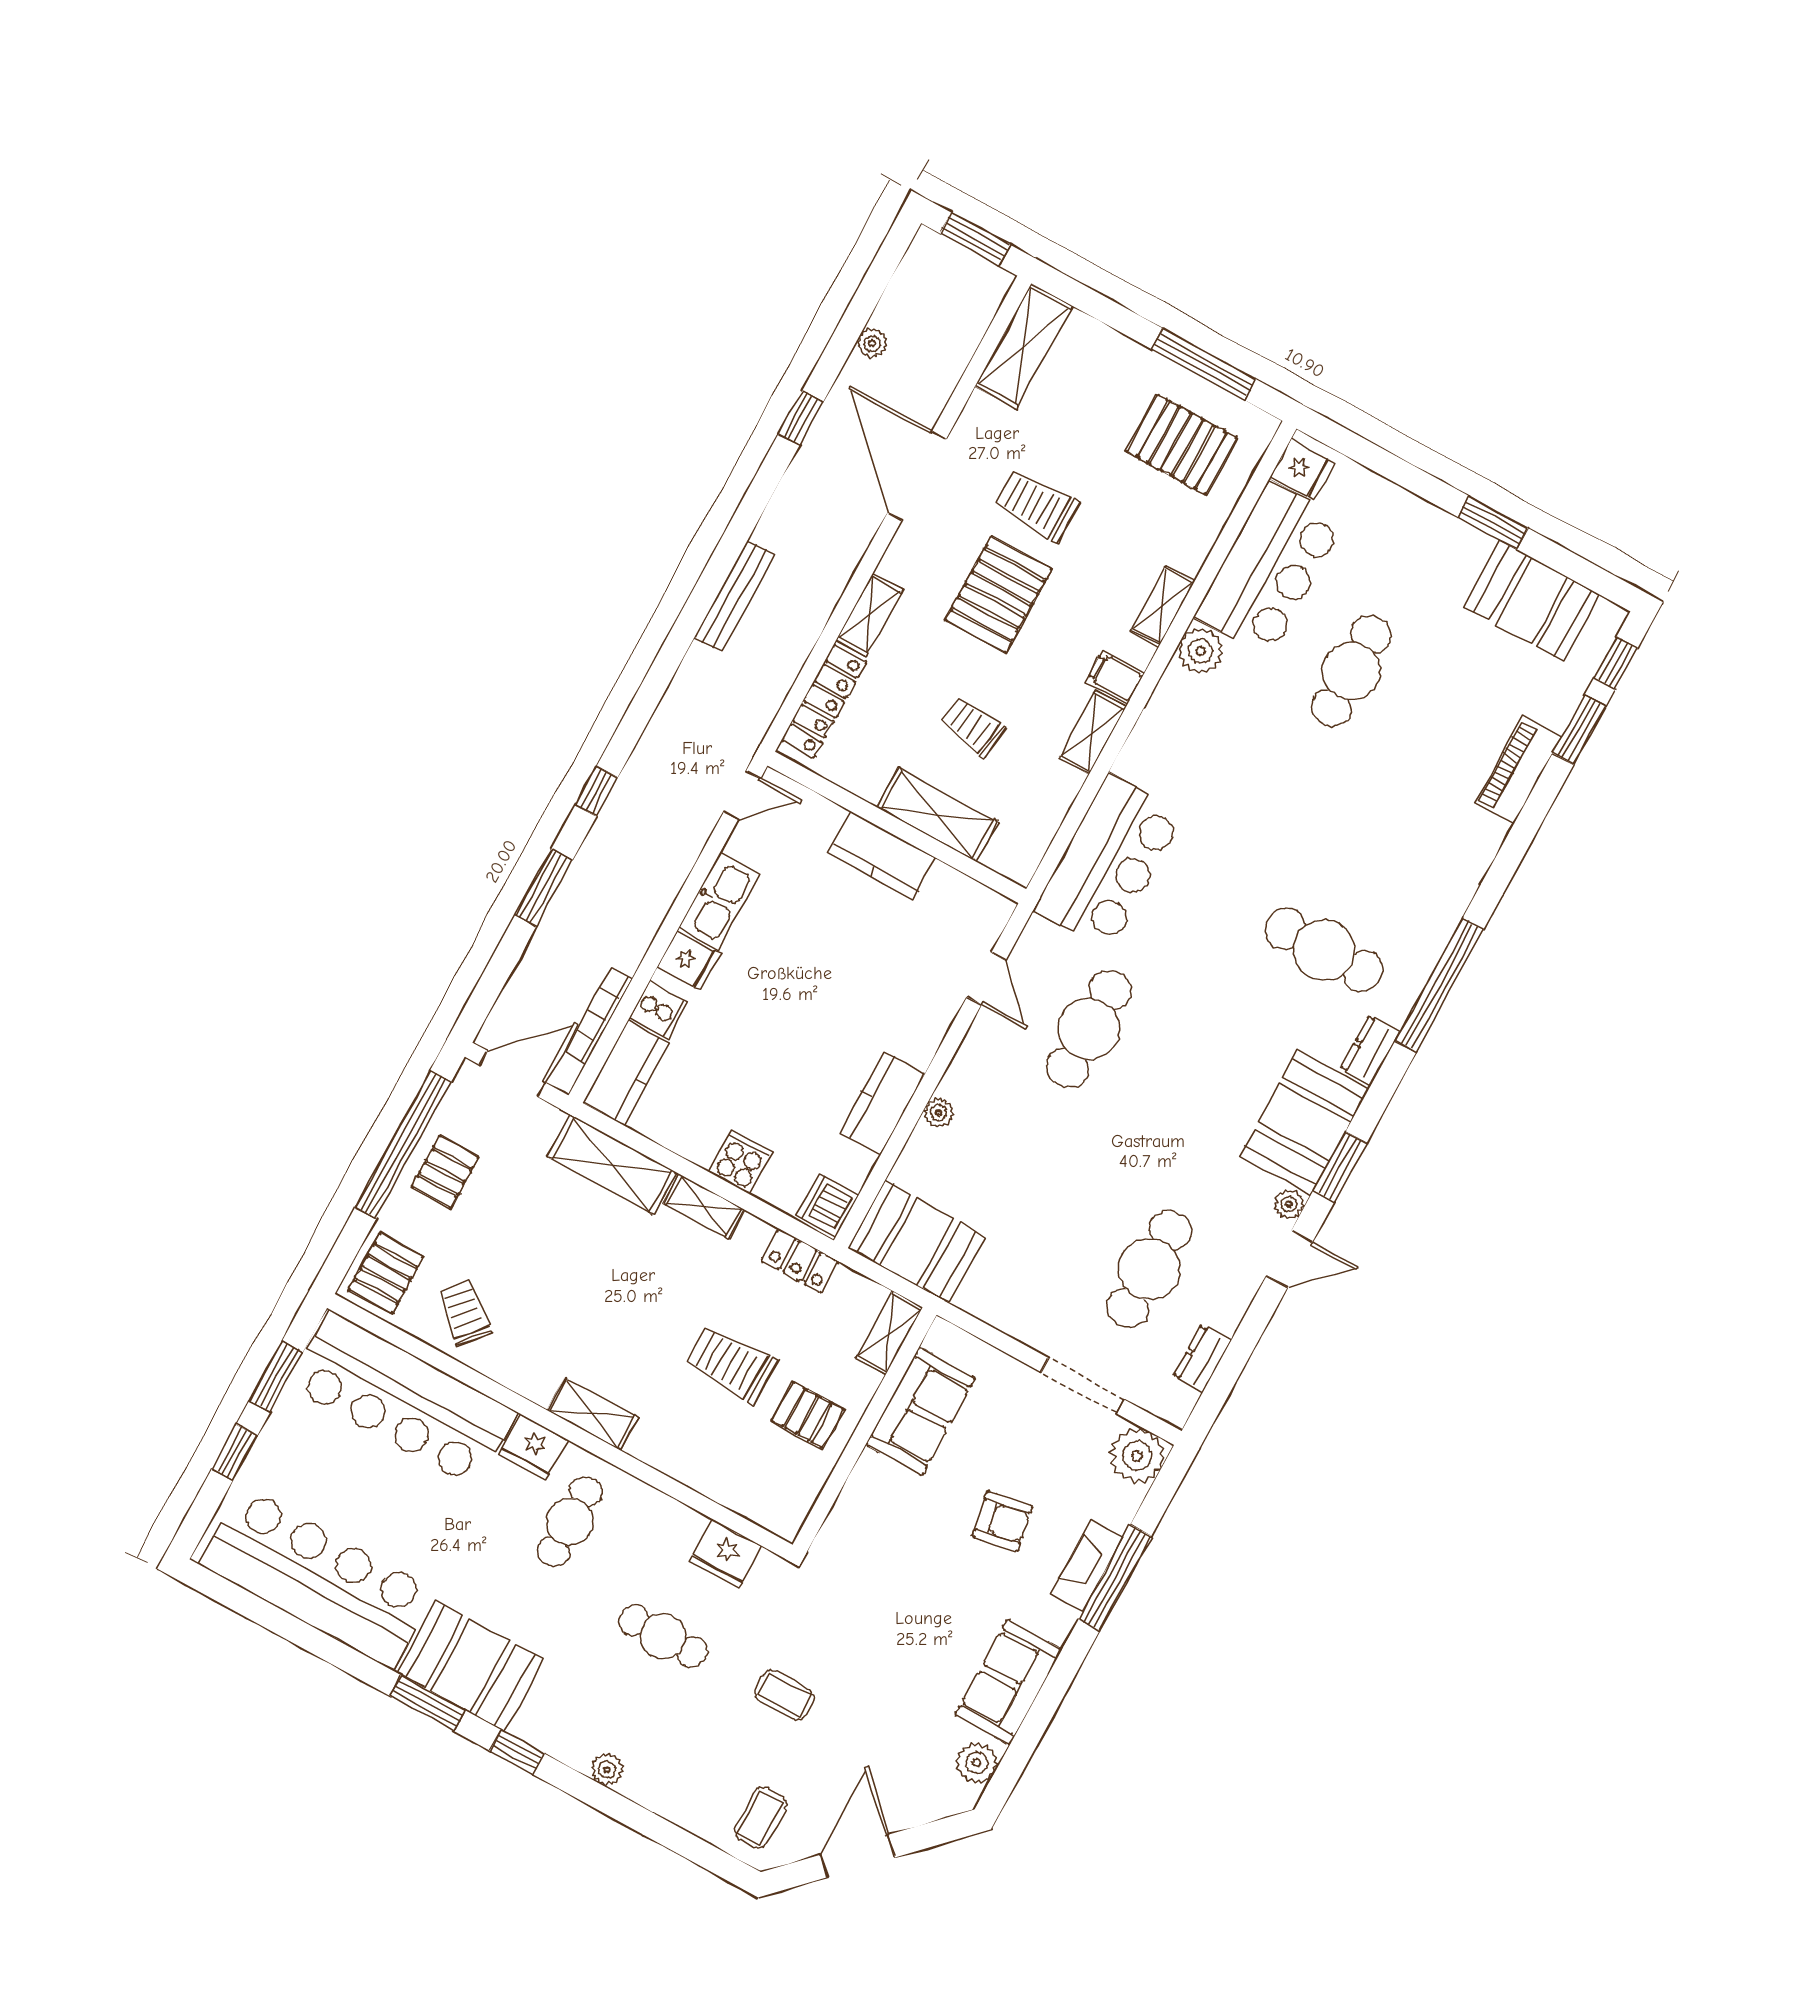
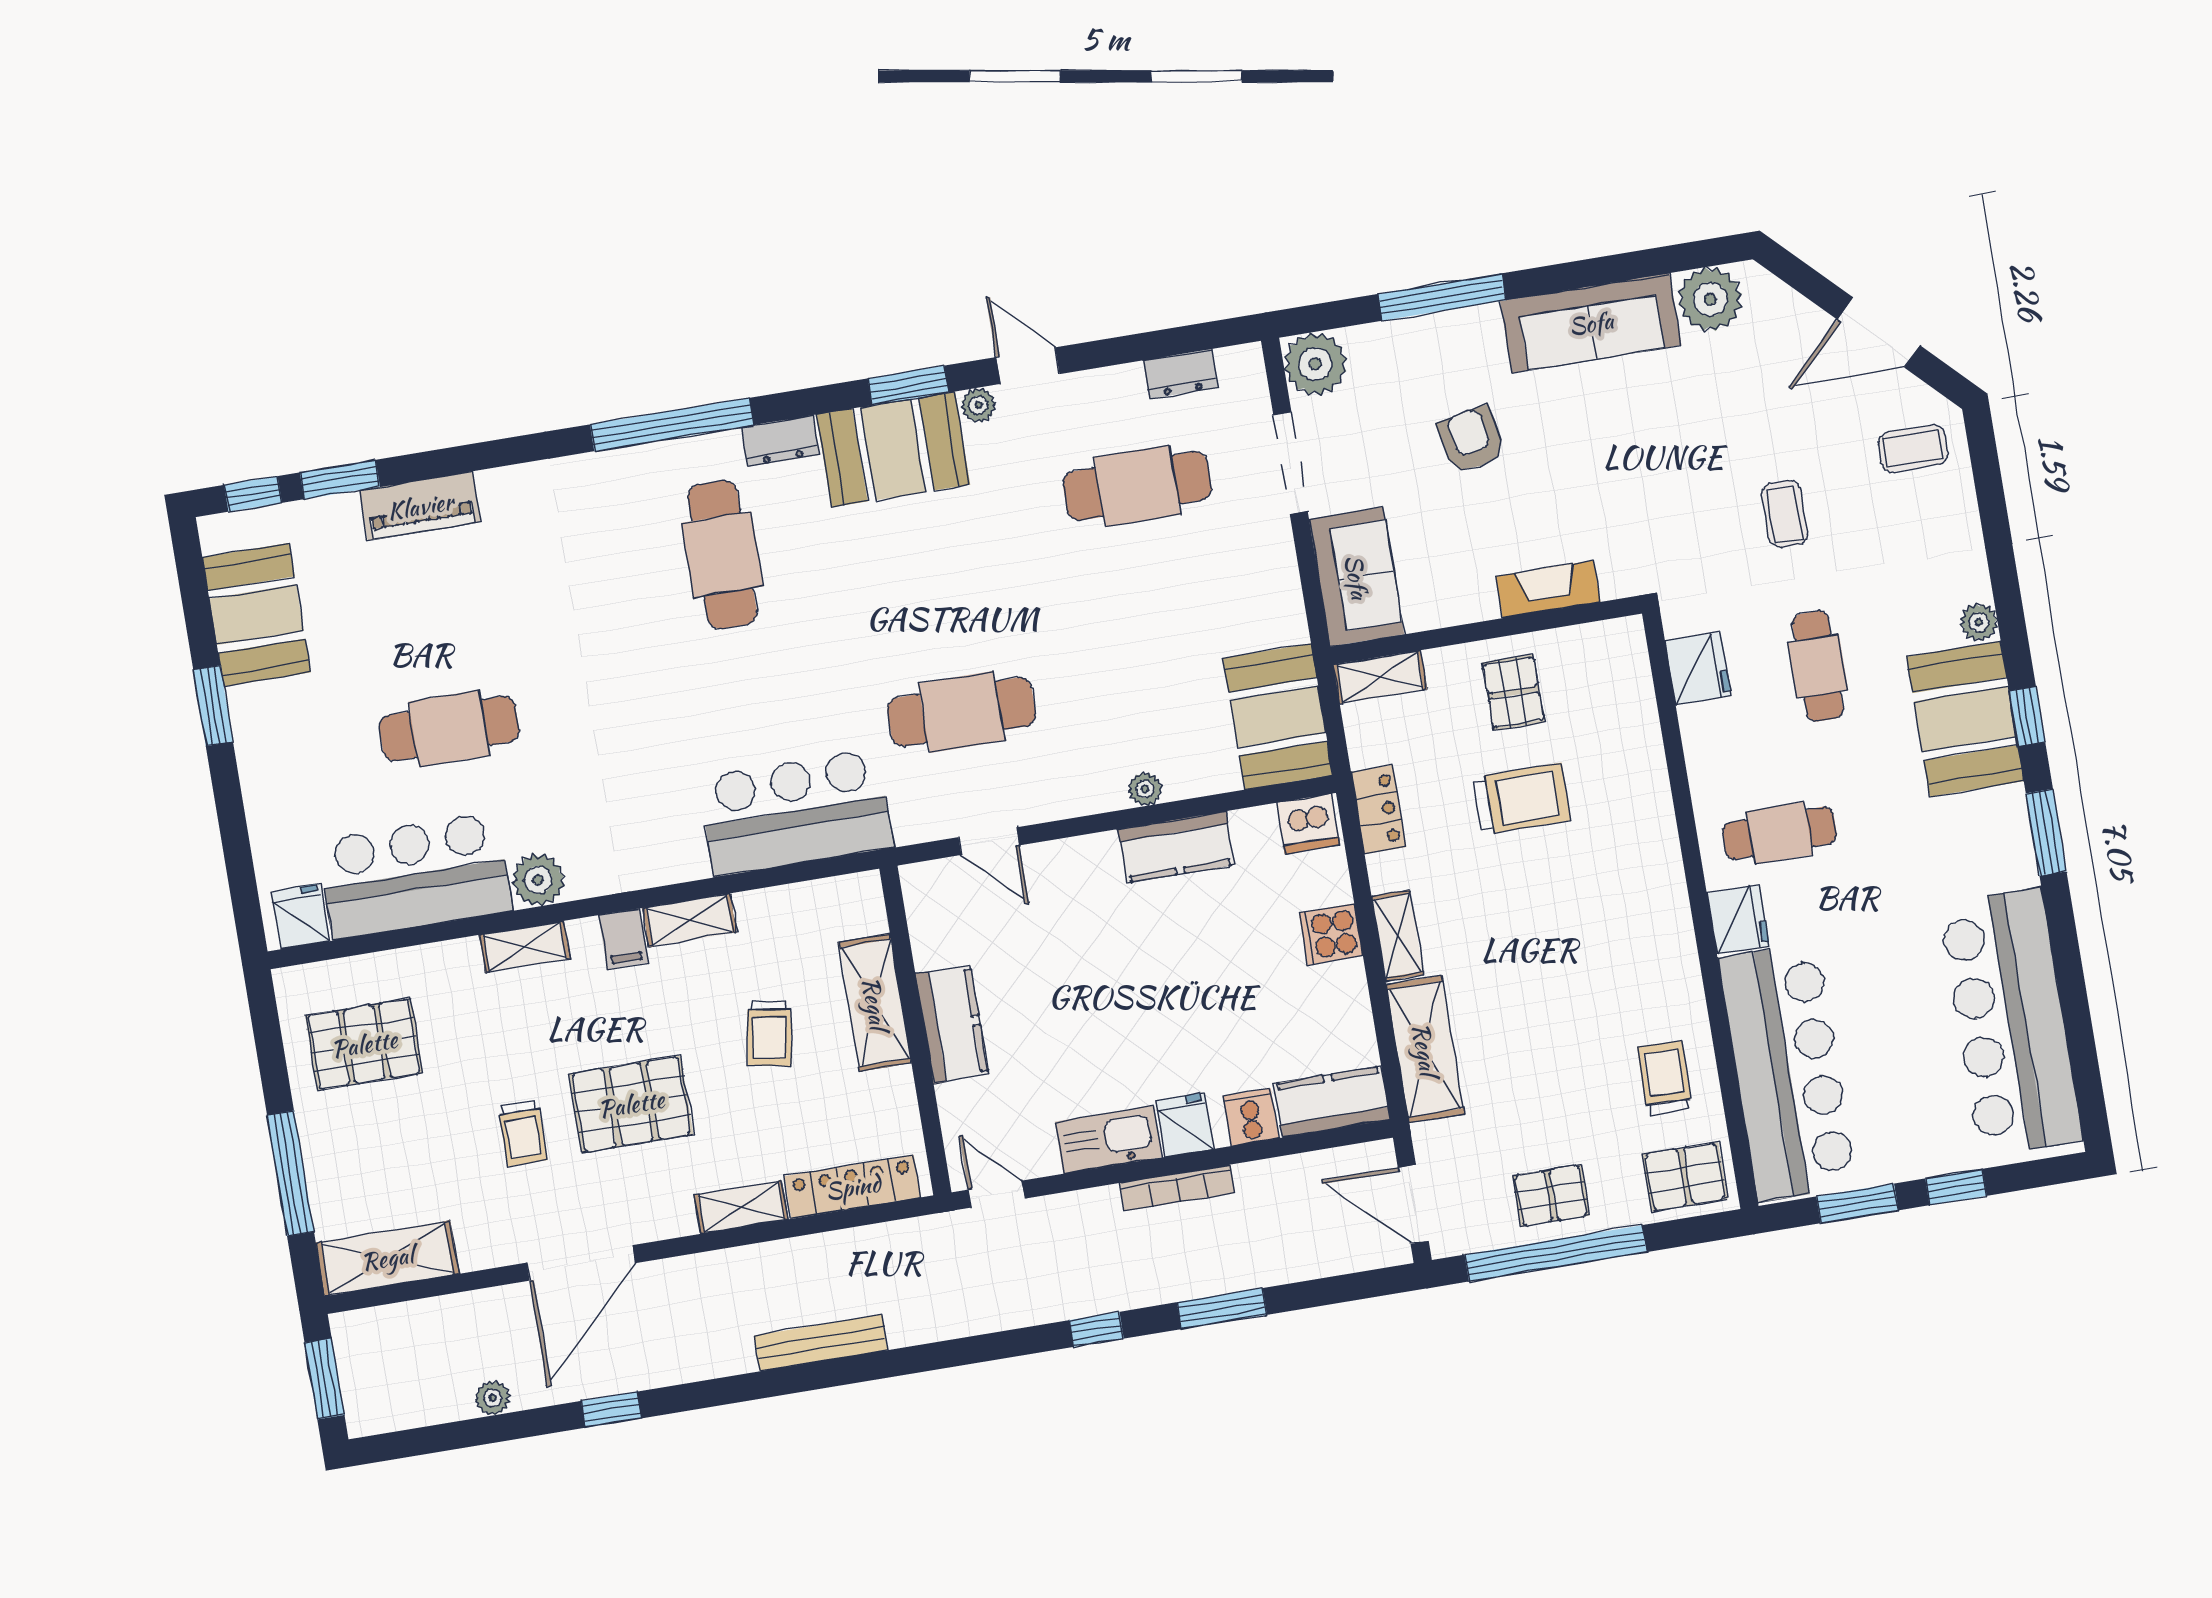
window: (1203, 364) -> (290, 1173), moved
pallet: (1182, 445) -> (364, 1044), turned 90
trolley: (1036, 505) -> (523, 1133), width x0.73, depth x0.72
door: (986, 979) -> (989, 841), swing flipped
bookcase: (599, 1015) -> (1177, 1188), moved
trolley: (465, 1312) -> (1665, 1078), turned 139
trolley: (731, 1364) -> (1521, 799), turned -90
sofa: (921, 1411) -> (1357, 577), moved, turned 90
shelving: (592, 1414) -> (1666, 889), removed
fireplace: (1087, 1566) -> (1548, 589), moved, turned 180
booth: (470, 1666) -> (1965, 719), moved
sofa: (1008, 1682) -> (1591, 323), width x1.36
plant: (977, 1763) -> (1710, 299), width x1.36, depth x1.36

